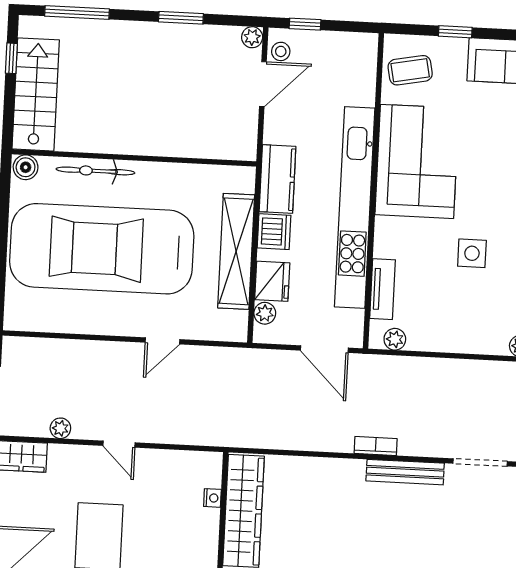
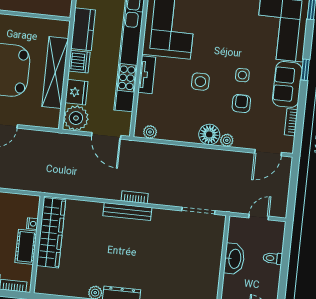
tv unit: (383, 289) -> (147, 75), moved
plant: (265, 313) -> (76, 118), width x1.87, depth x1.87
floor lamp: (491, 338) -> (209, 134), added
bench: (405, 472) -> (127, 212), moved
cot: (204, 536) -> (26, 247), added

